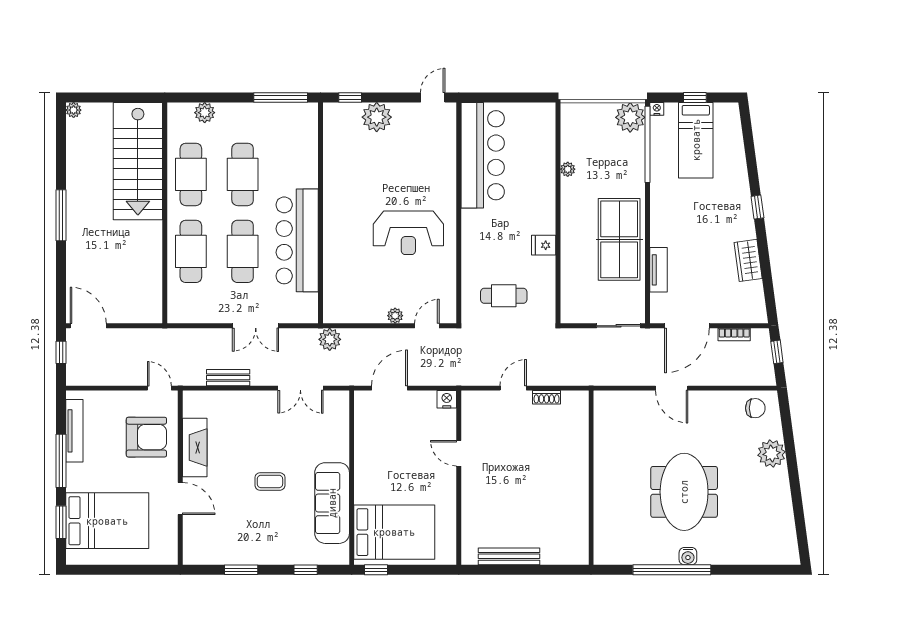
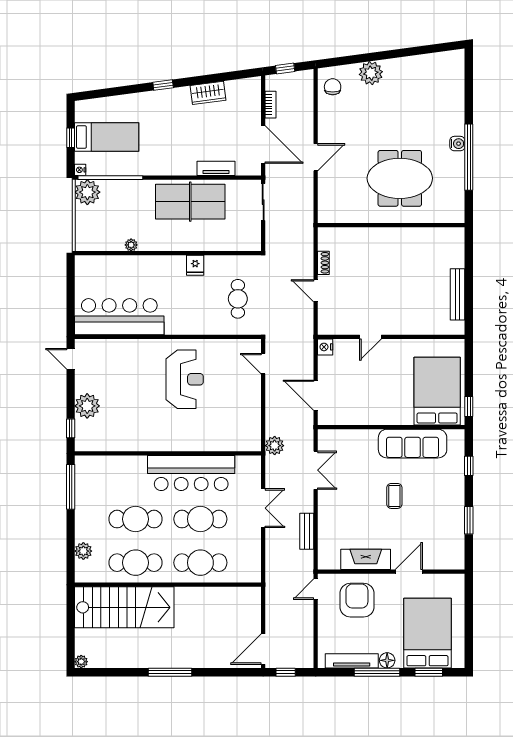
plant: (395, 316) -> (255, 390), removed
floor lamp: (75, 473) -> (387, 660), added
meeting table: (684, 492) -> (400, 178), moved

